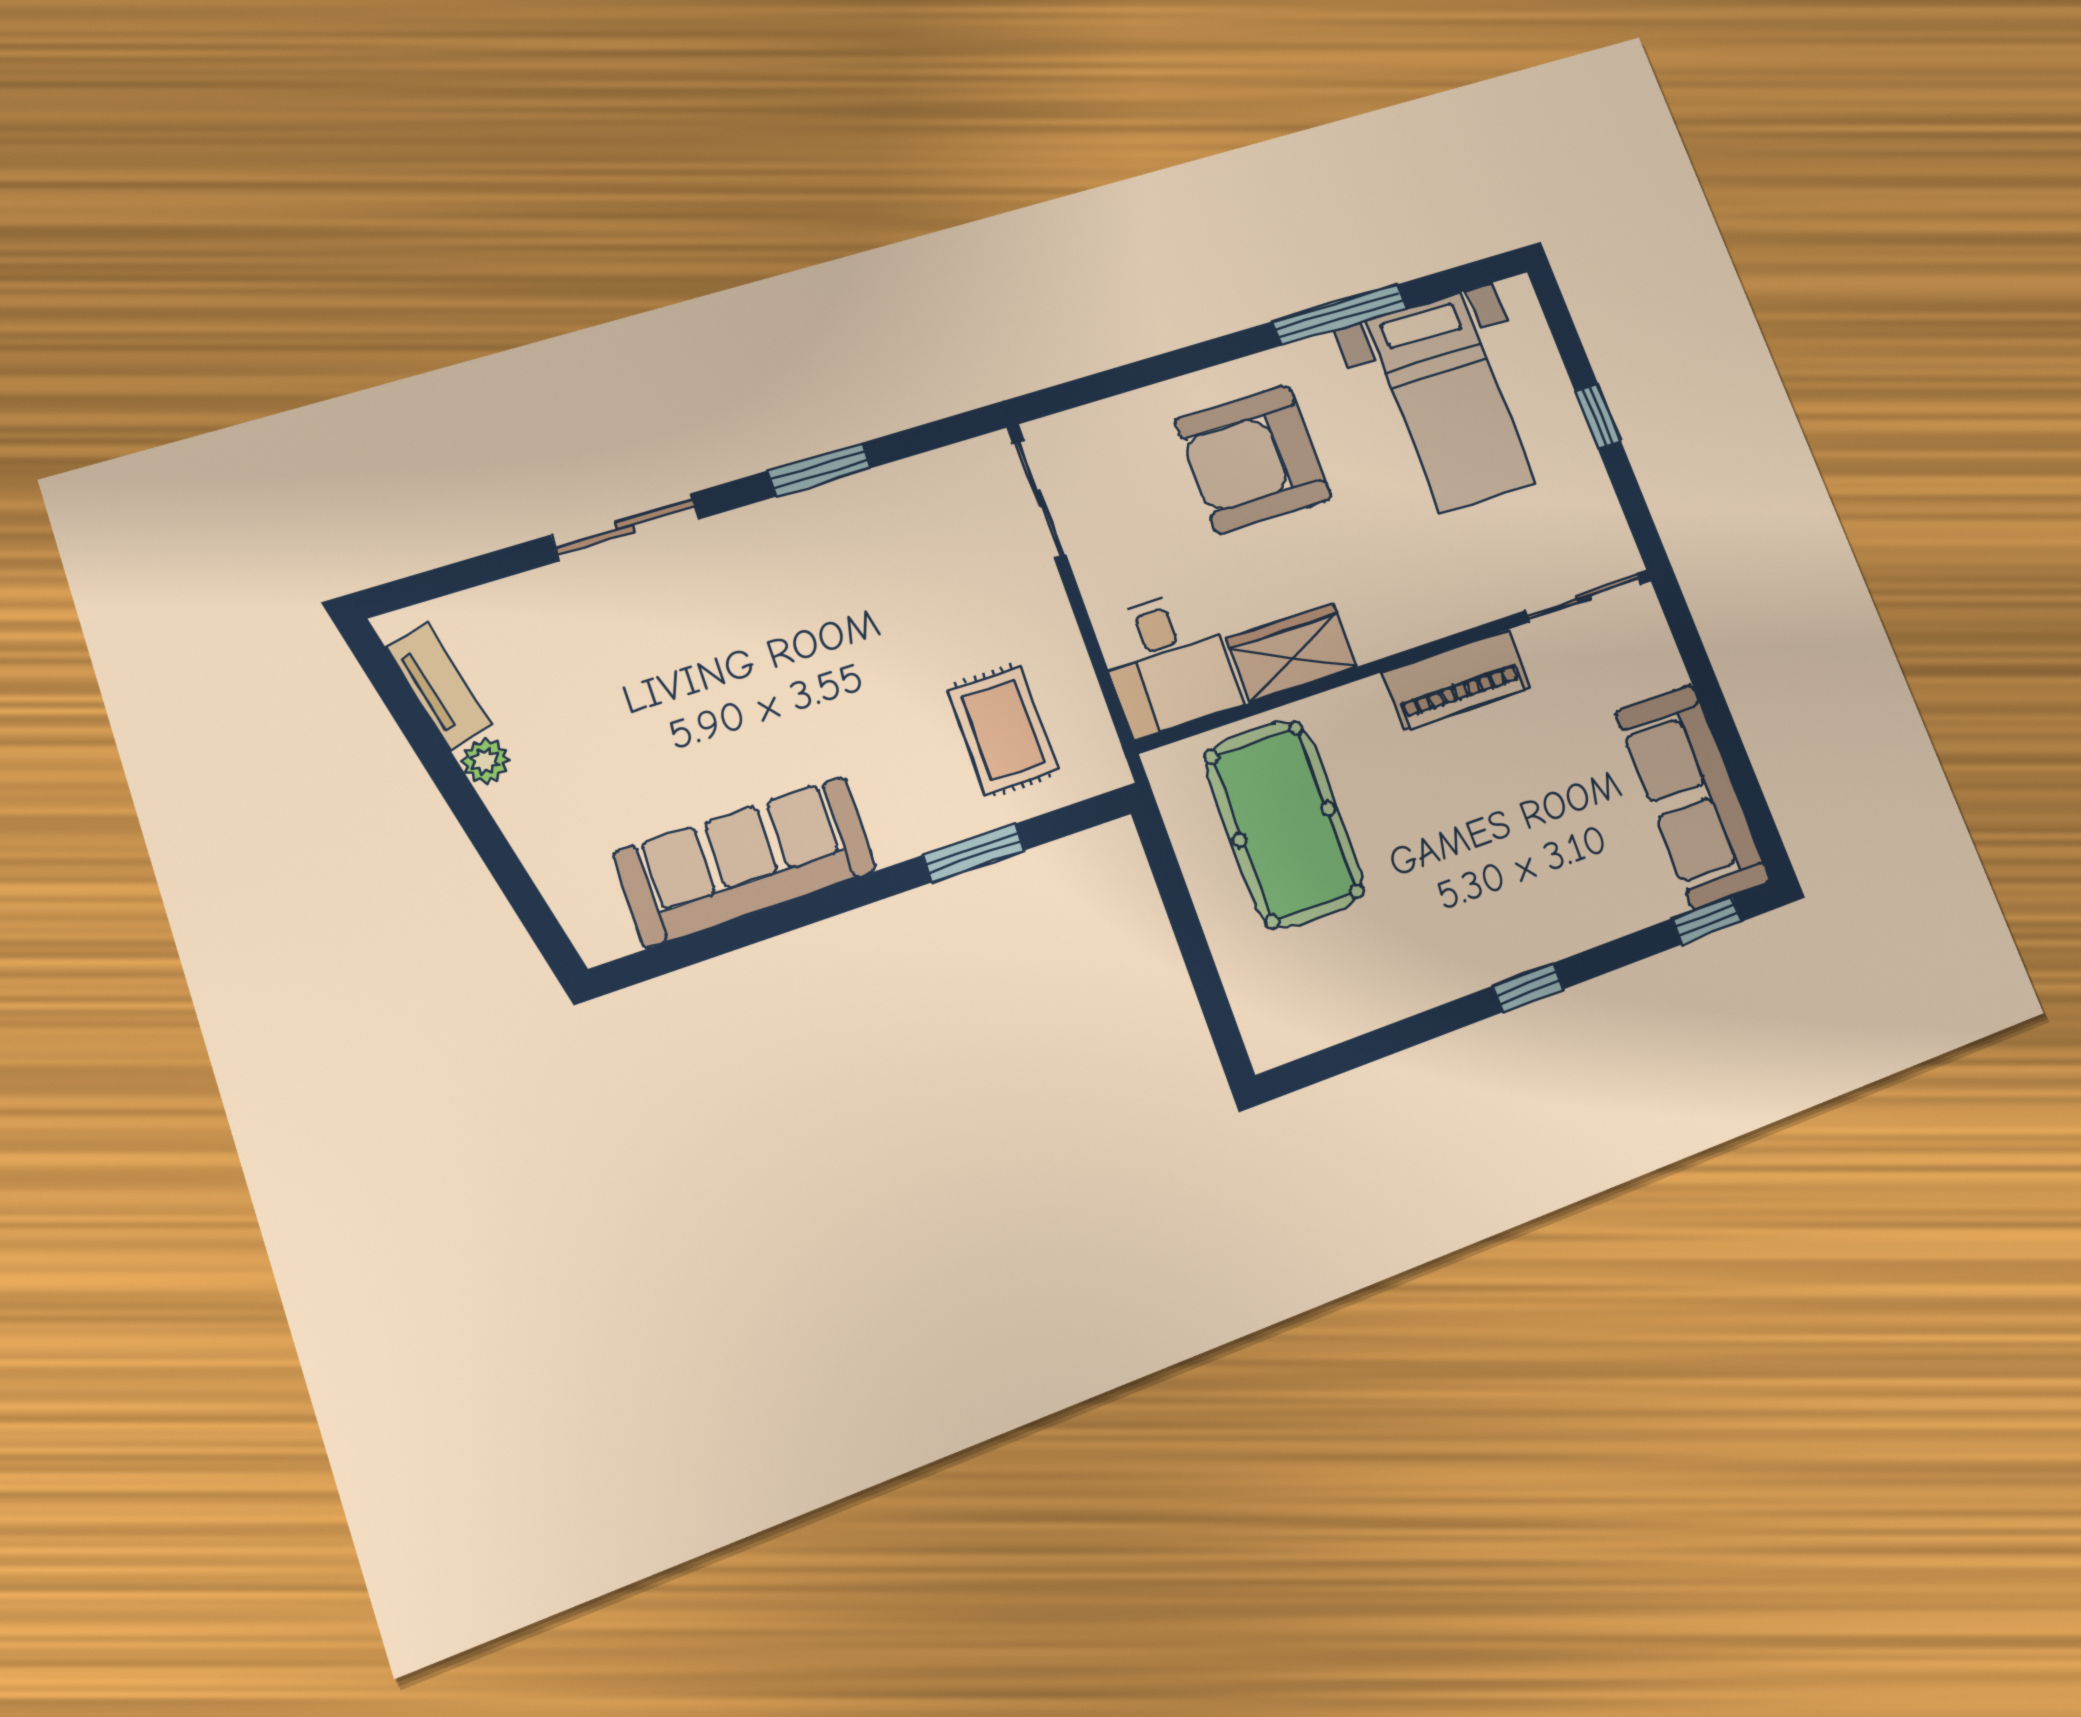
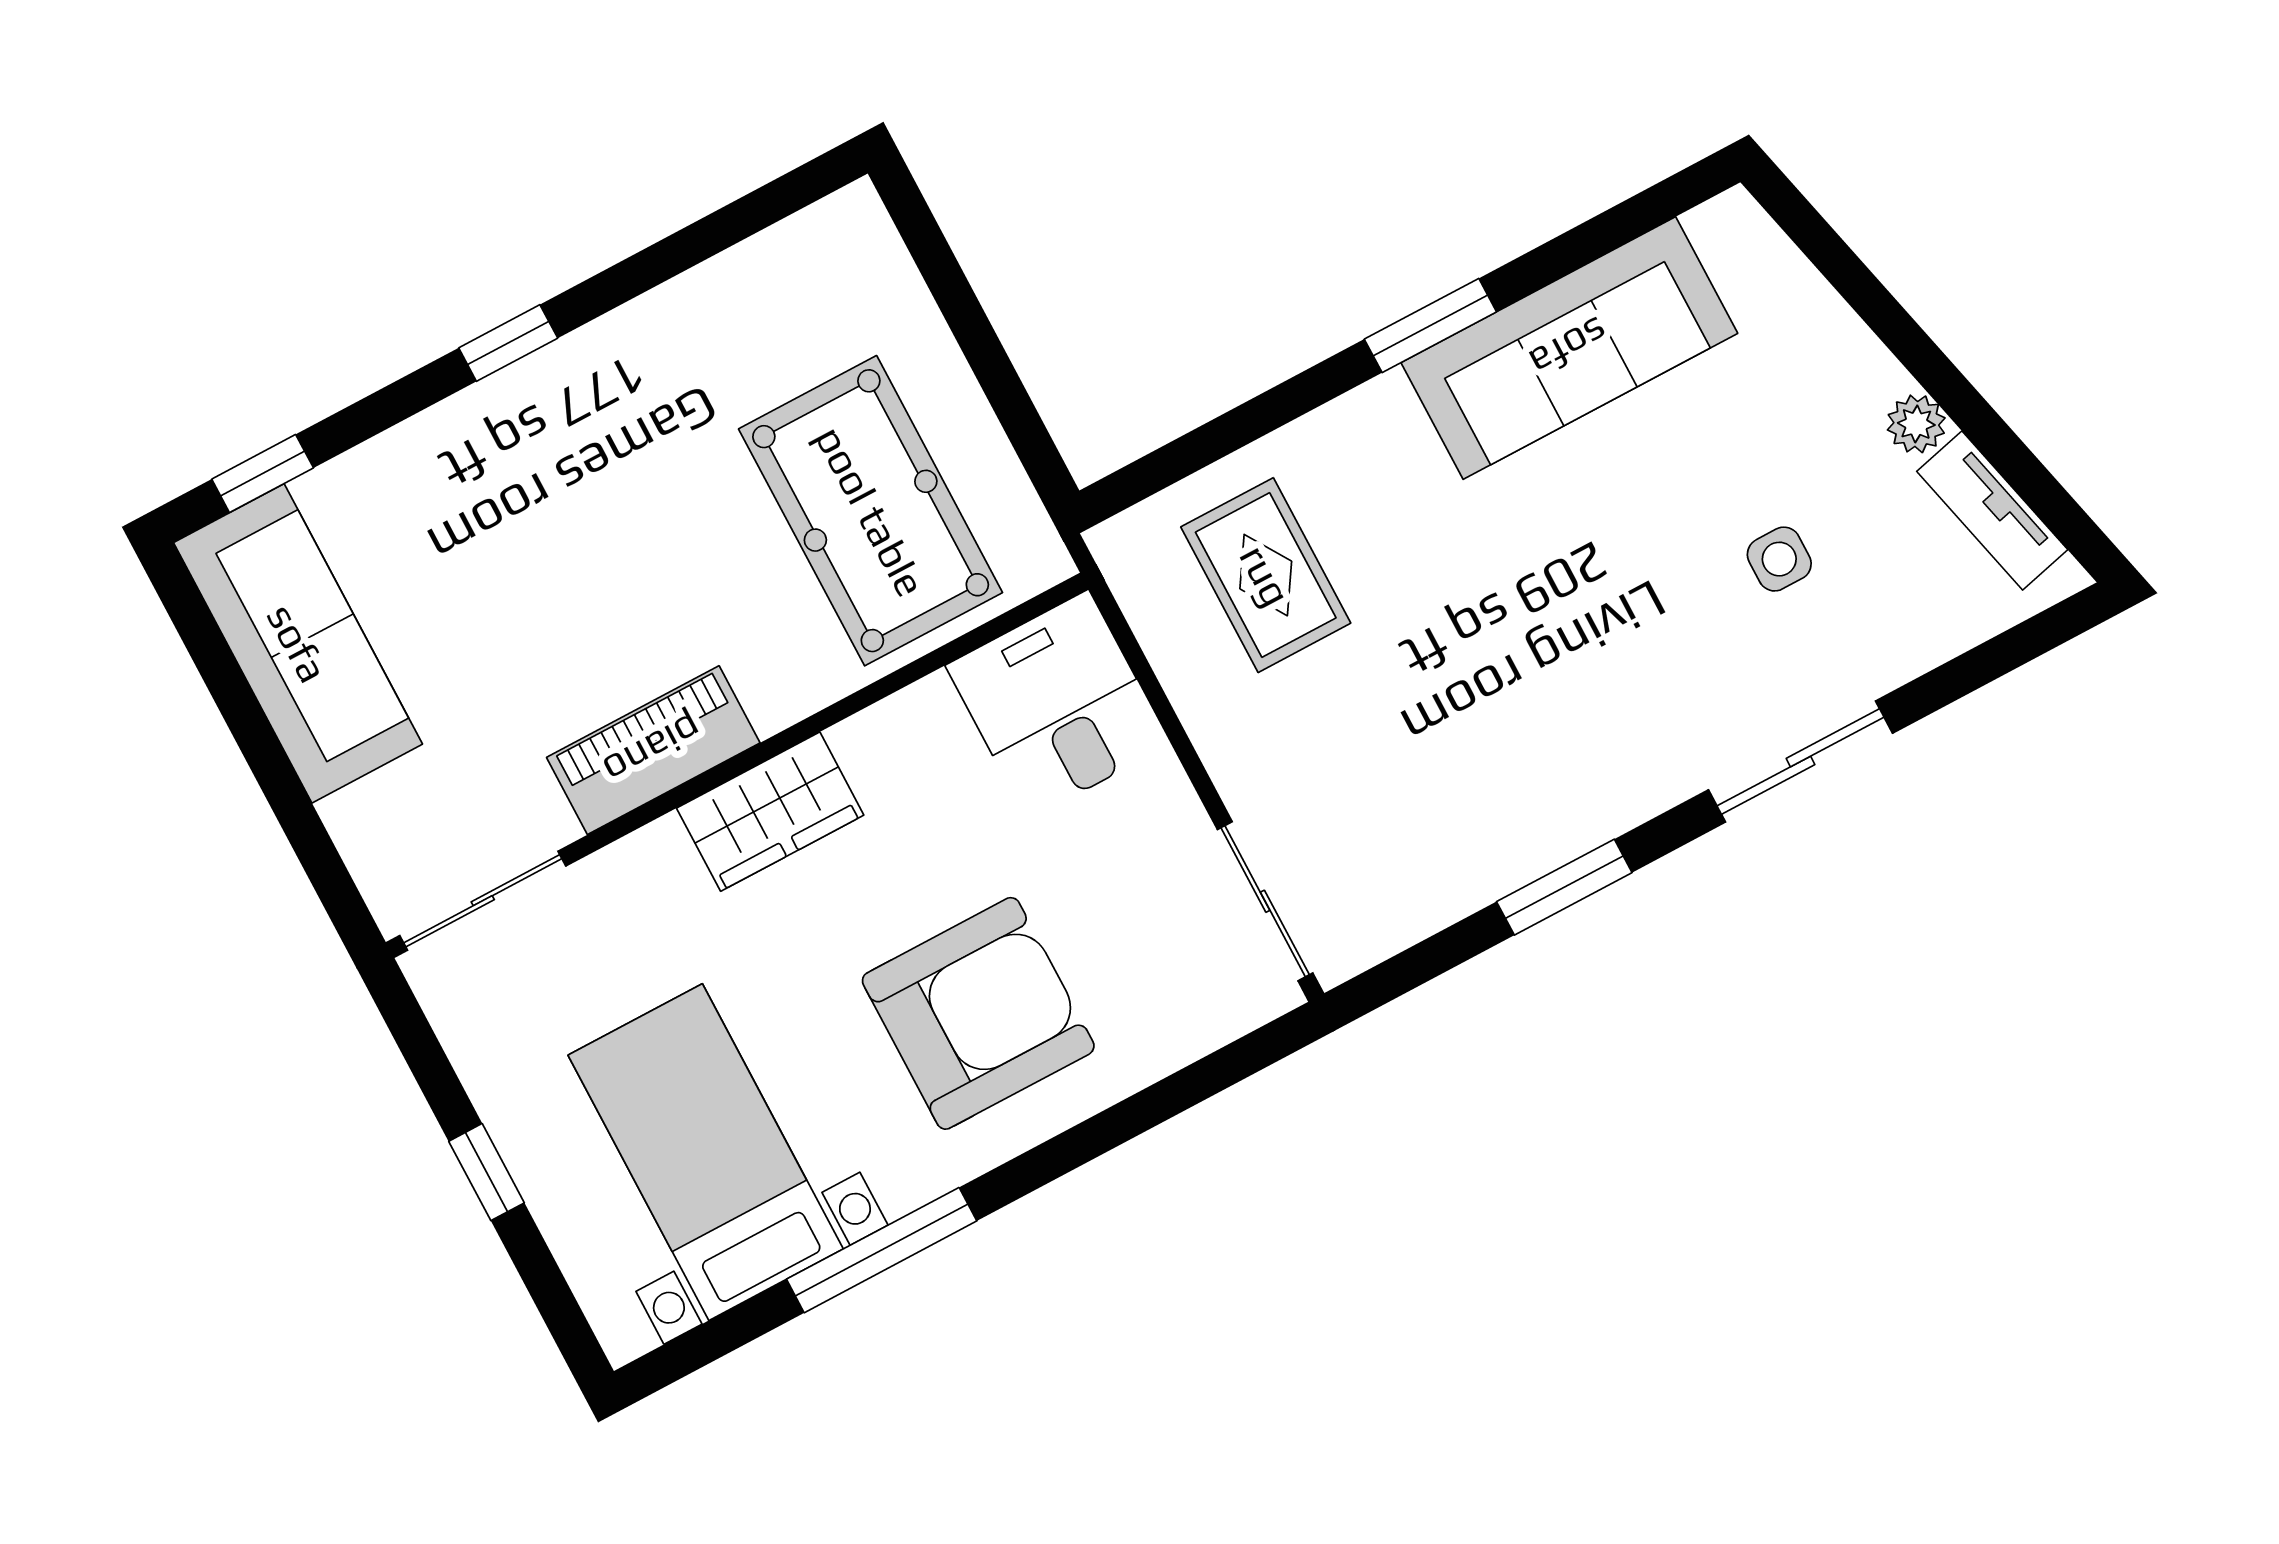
wardrobe: (1292, 653) -> (770, 812), moved
side table: (613, 677) -> (1779, 559), added
window: (974, 853) -> (1430, 326), moved

